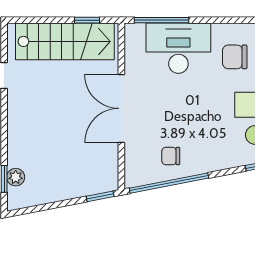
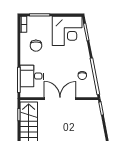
desk: (178, 48) -> (32, 76), width x0.73
double door: (121, 108) -> (60, 99), swing flipped

